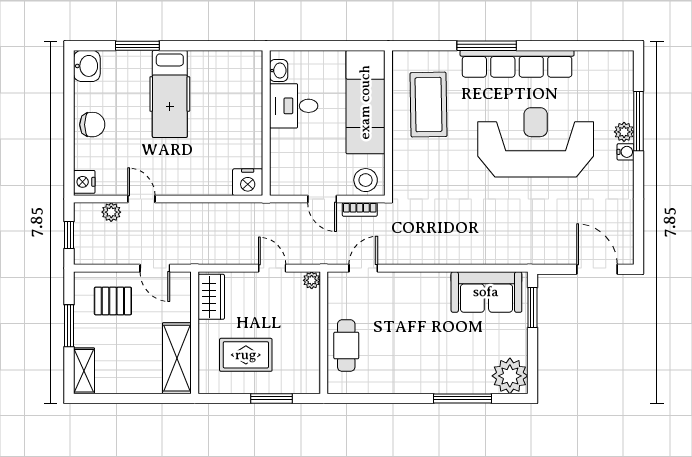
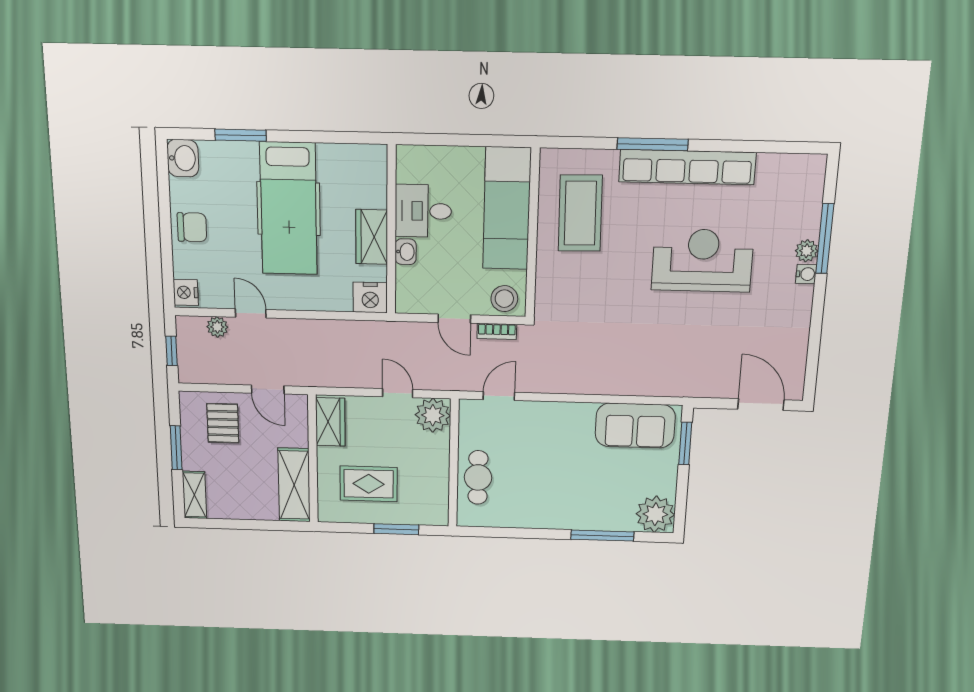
washbasin: (279, 71) -> (406, 252), moved
hospital bed: (170, 94) -> (289, 209), width x1.37, depth x1.29
wardrobe: (249, 129) -> (372, 237), added
reception desk: (536, 142) -> (702, 260), width x0.74, depth x0.77
plant: (312, 280) -> (433, 415), width x1.87, depth x1.87
pallet: (113, 301) -> (223, 423), turned 90

